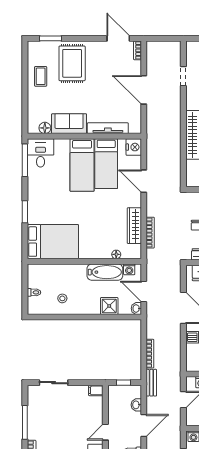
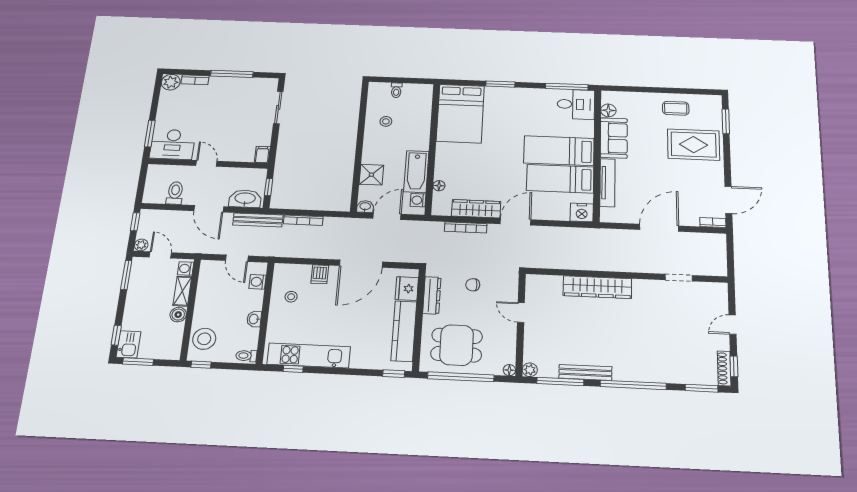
door: (144, 181) -> (515, 222), moved
bench: (151, 383) -> (258, 220), width x1.36
washbasin: (136, 405) -> (245, 199), width x1.91, depth x1.45

